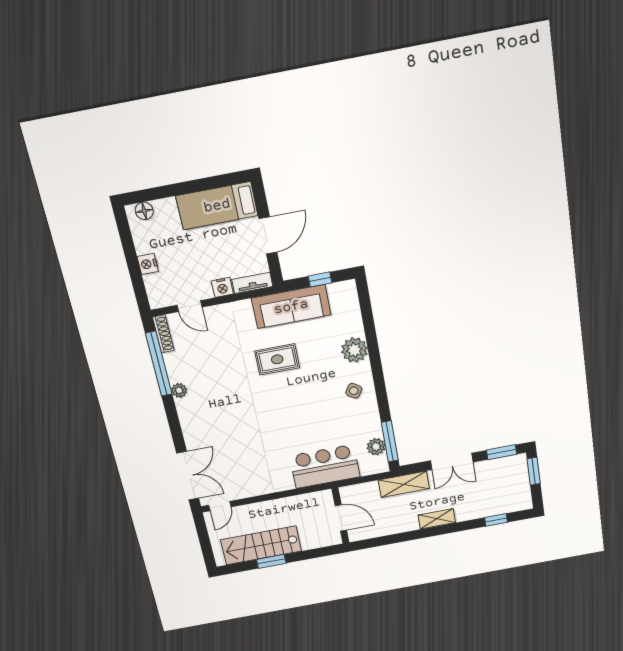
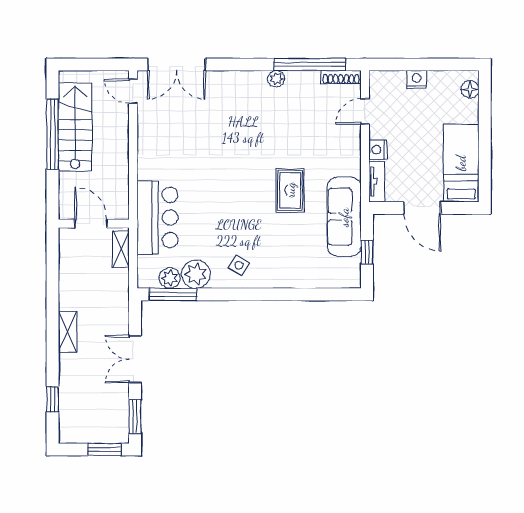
plant: (354, 350) -> (196, 274), moved
shelving: (404, 484) -> (121, 249), moved, width x0.67, depth x0.75
door: (341, 518) -> (91, 224), swing flipped
window: (271, 561) -> (53, 134), width x2.11

